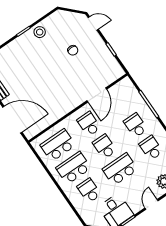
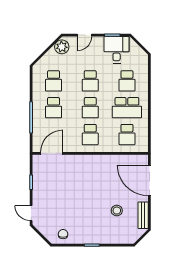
stool: (40, 32) -> (117, 211), moved
chair: (73, 50) -> (63, 234), moved
door: (97, 95) -> (52, 153), moved
school desk: (58, 145) -> (127, 135), width x0.54
school desk: (120, 169) -> (90, 81), width x0.54

